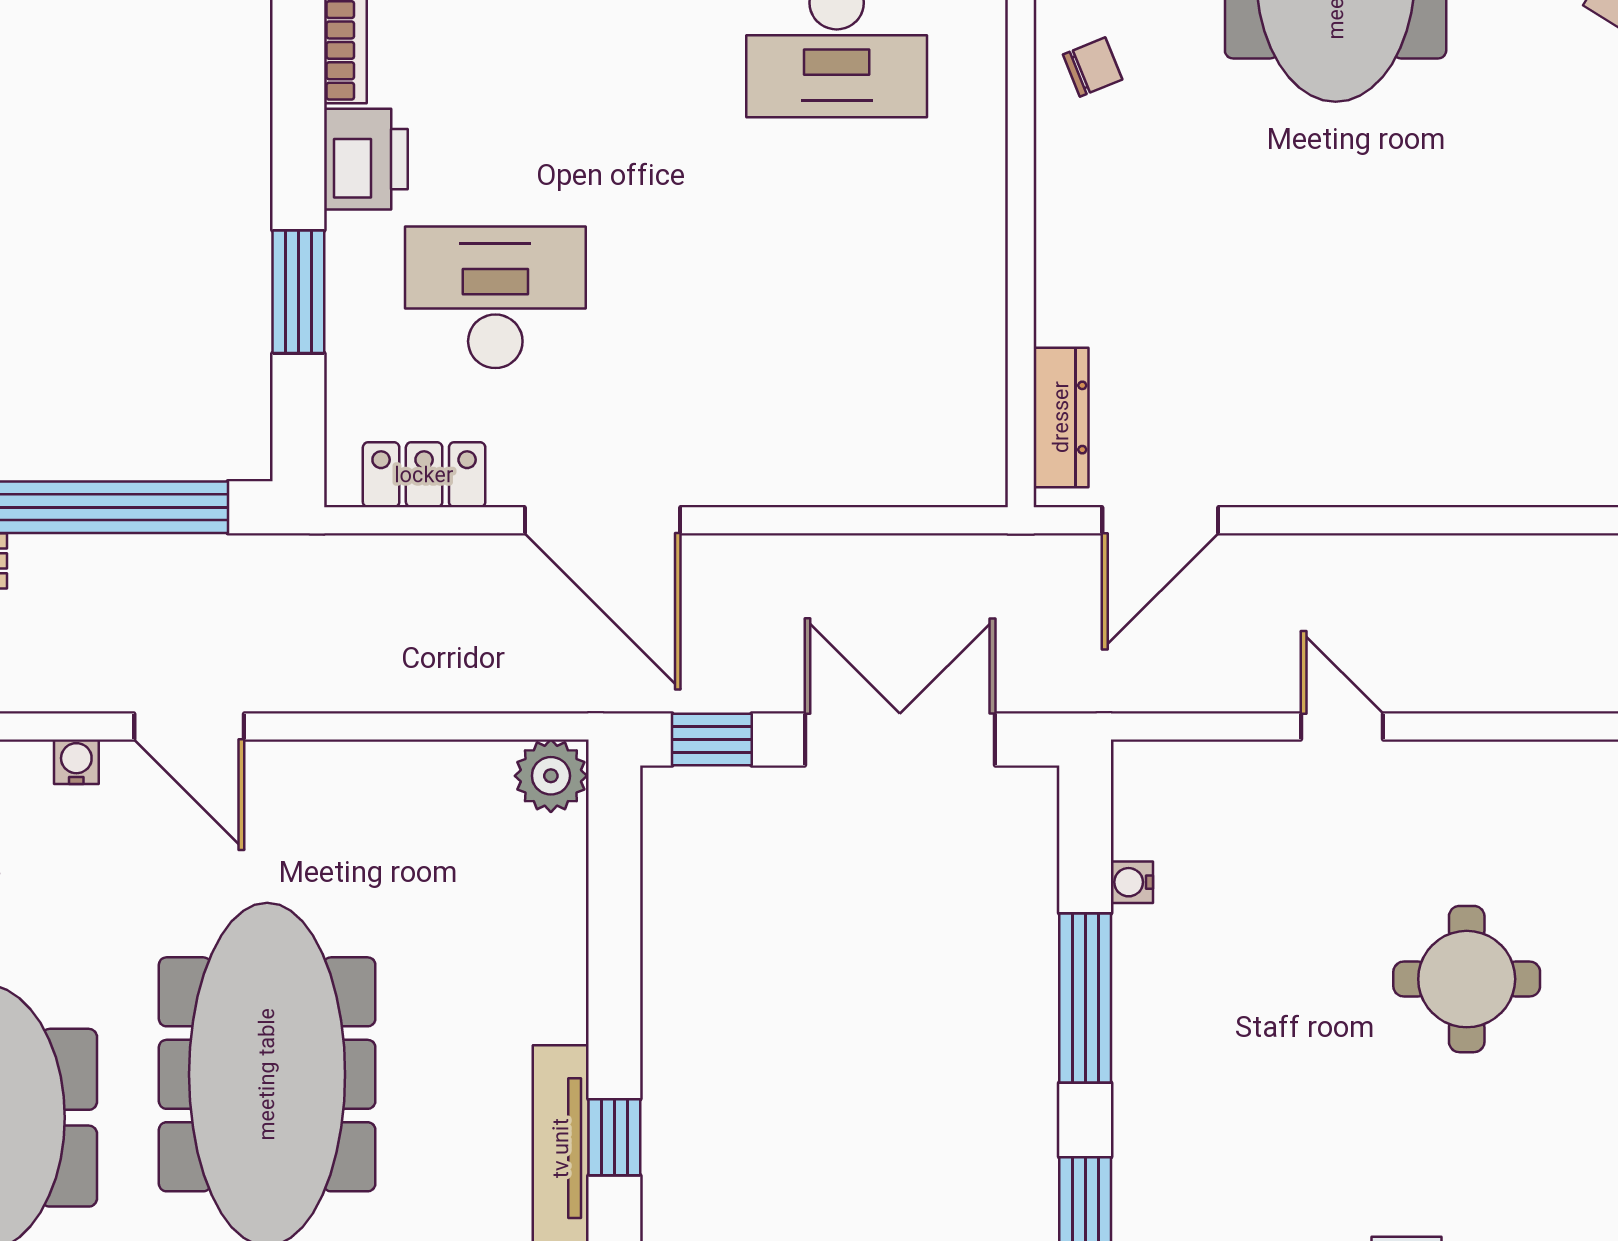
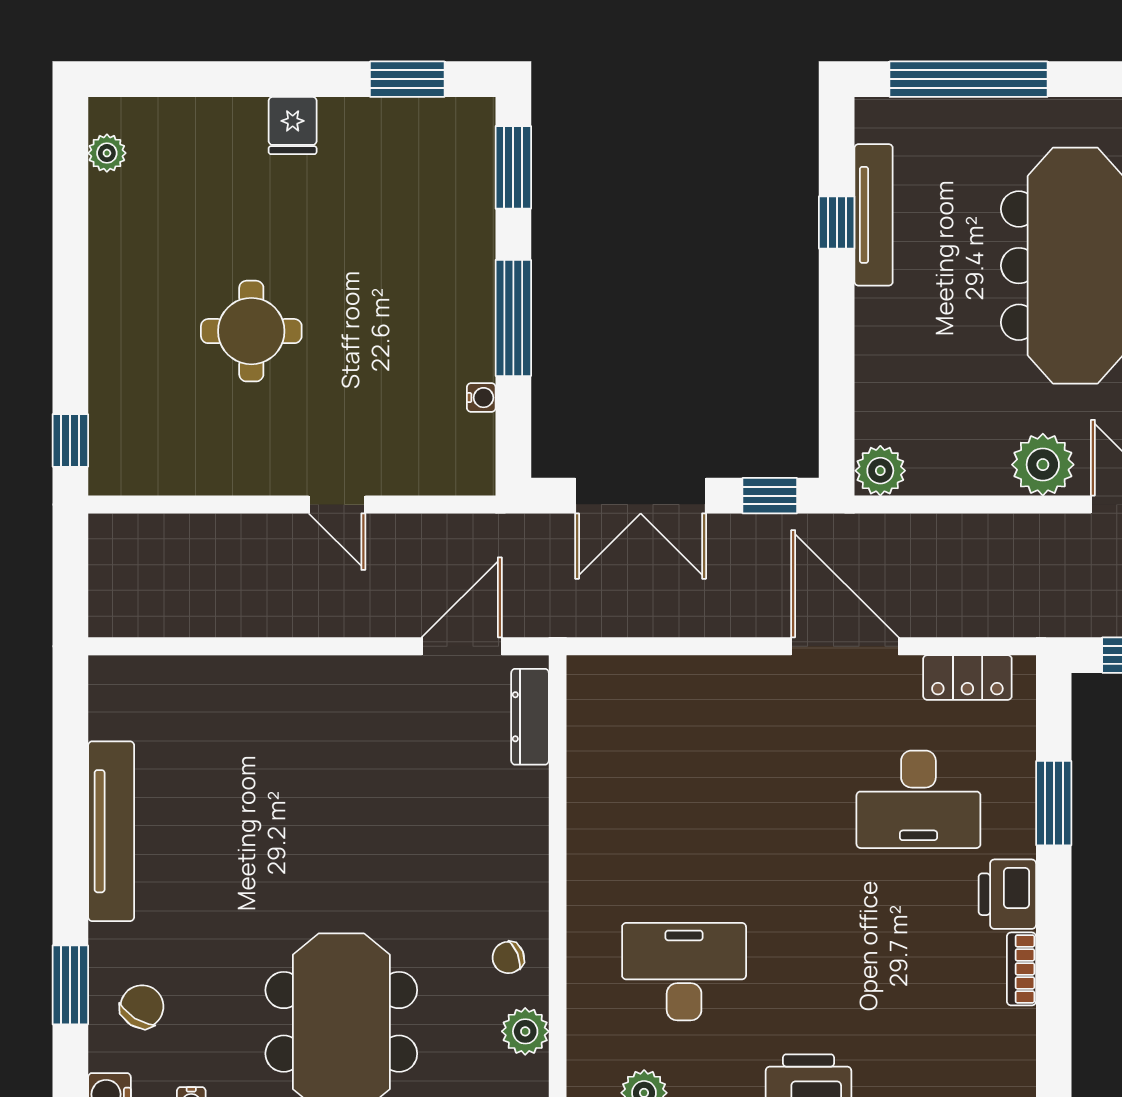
plant: (314, 785) -> (1043, 465), added

